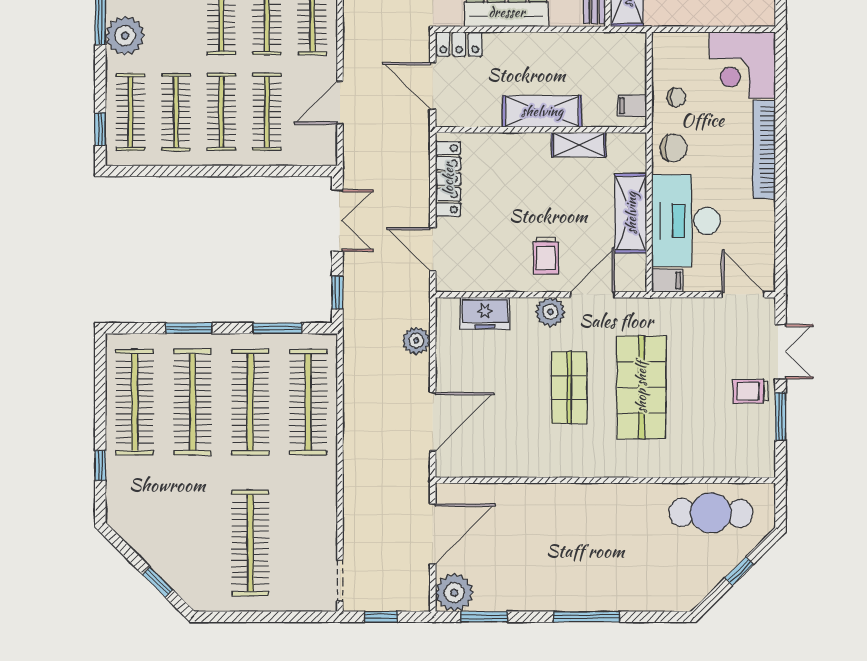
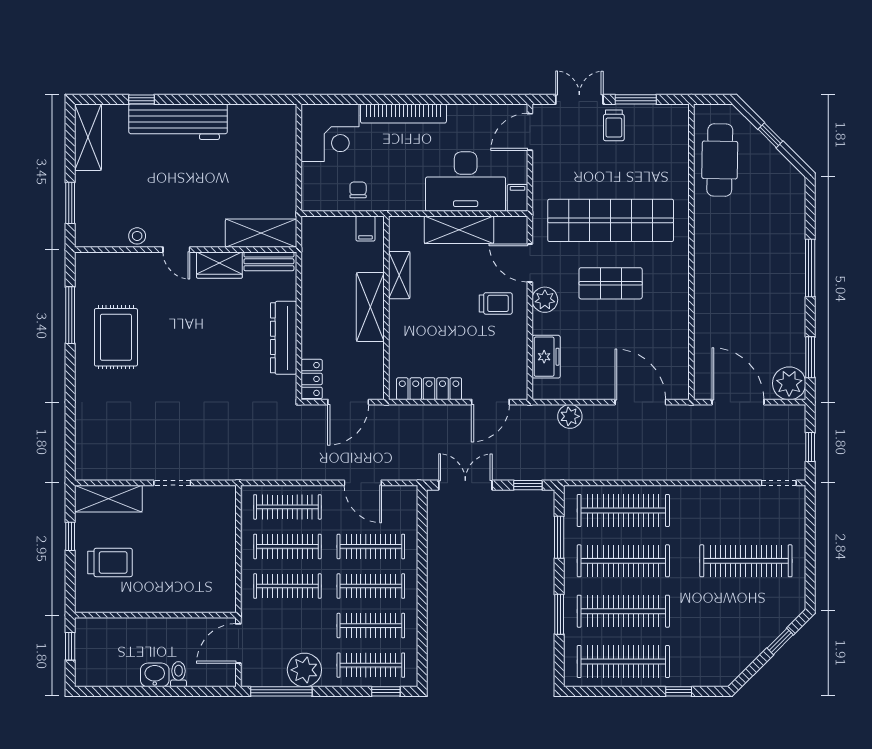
chair: (673, 148) -> (402, 192), removed
shop shelf: (641, 387) -> (611, 220), width x1.40

